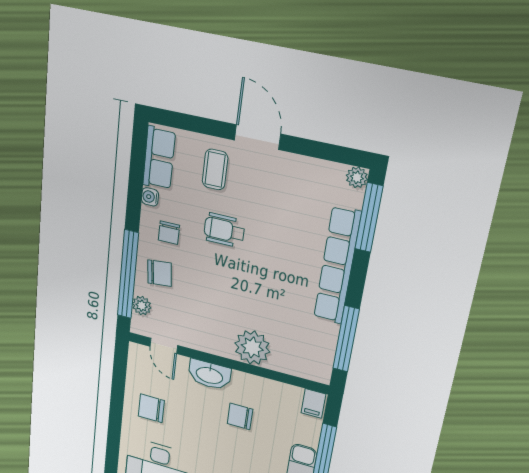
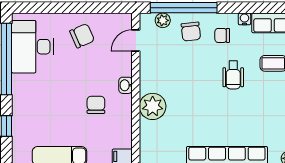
wheelchair: (224, 230) -> (233, 75), turned 180
washbasin: (209, 375) -> (126, 85), width x0.52, depth x0.69
chair: (151, 408) -> (82, 36), turned 66

